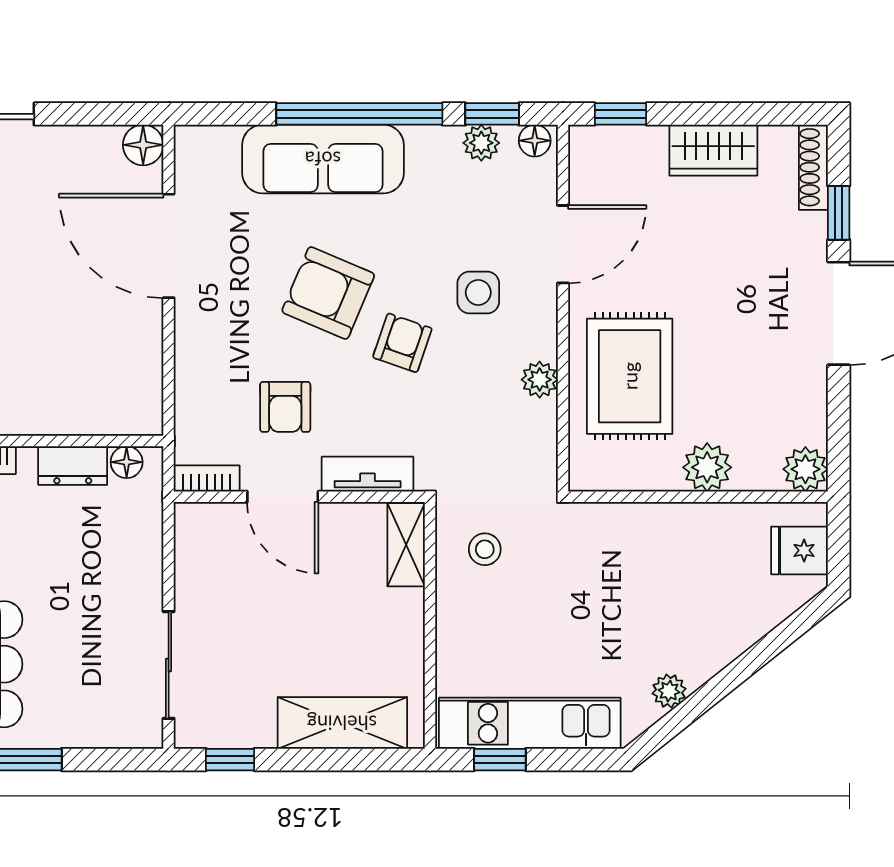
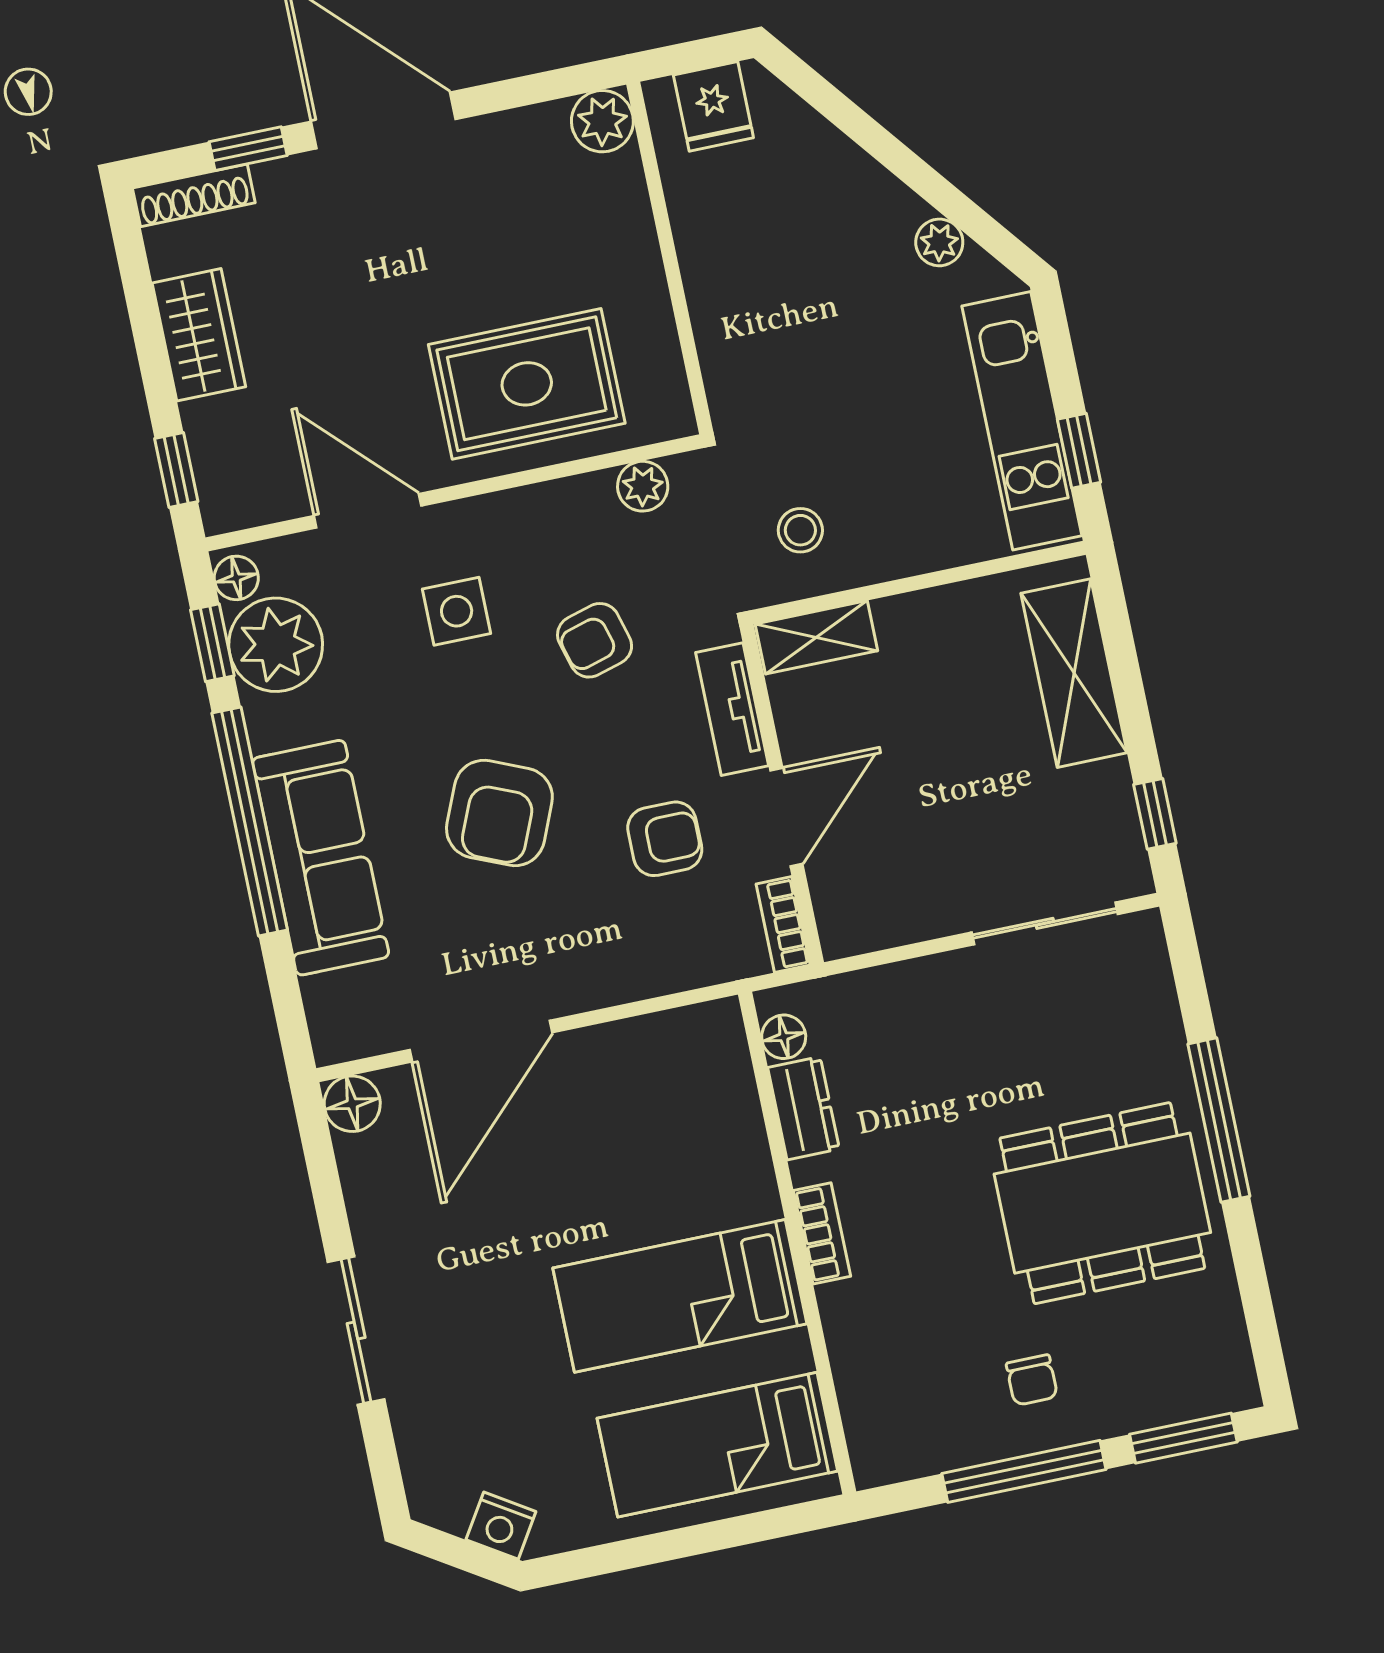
plant: (481, 143) -> (276, 645), width x1.88, depth x1.88
armchair: (402, 343) -> (595, 640), moved, turned -35
plant: (540, 380) -> (643, 486), moved
plant: (707, 467) -> (627, 254), removed

